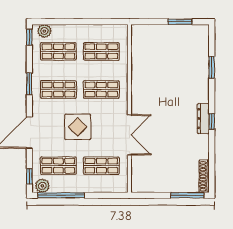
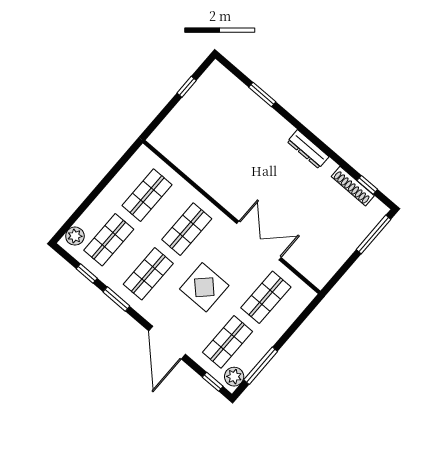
window: (180, 22) -> (187, 87), width x0.67
window: (29, 37) -> (87, 274), moved
window: (212, 121) -> (367, 185), moved
shoe rack: (204, 176) -> (353, 186), moved
window: (61, 195) -> (261, 366), width x0.68

